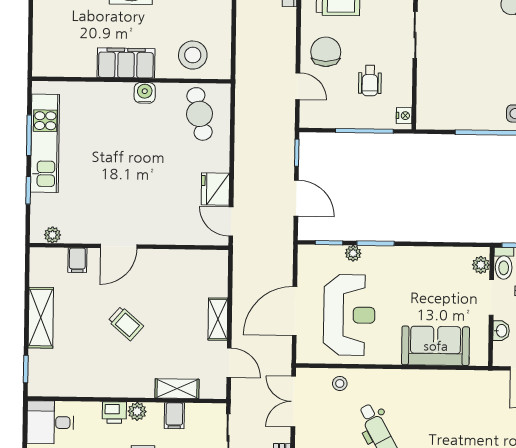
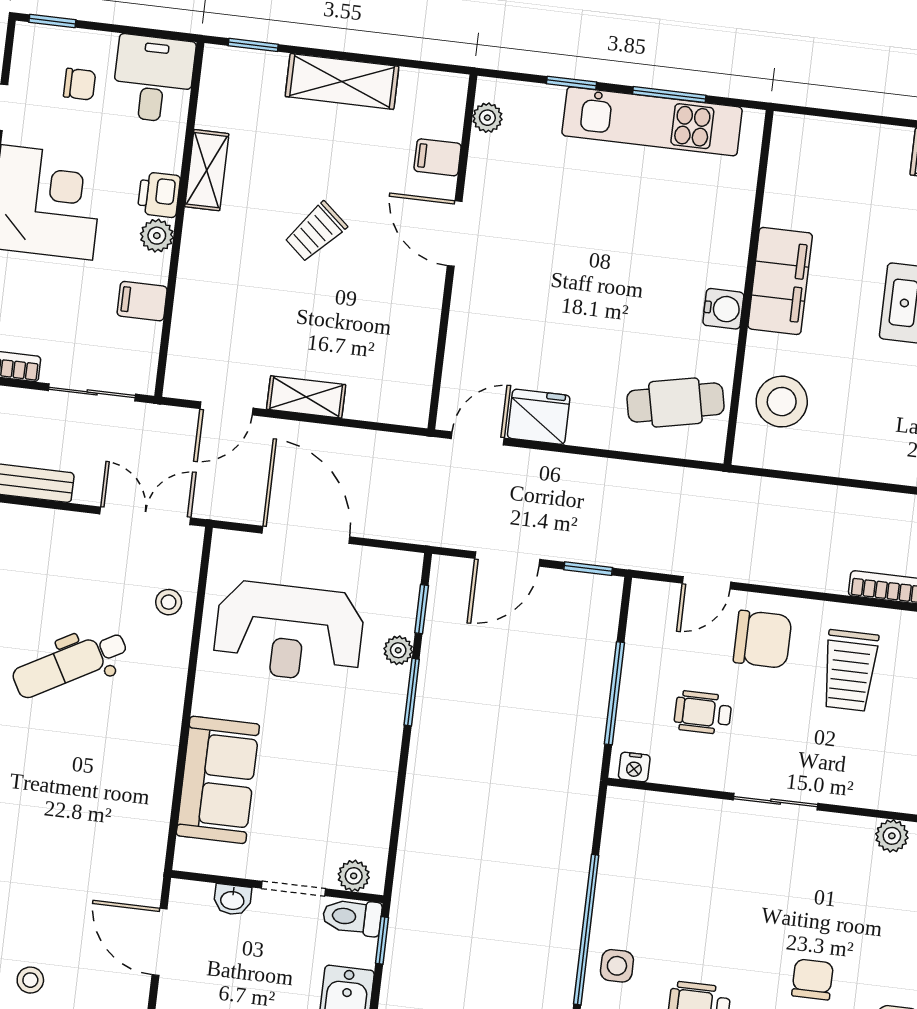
shelving: (177, 389) -> (207, 170), moved

